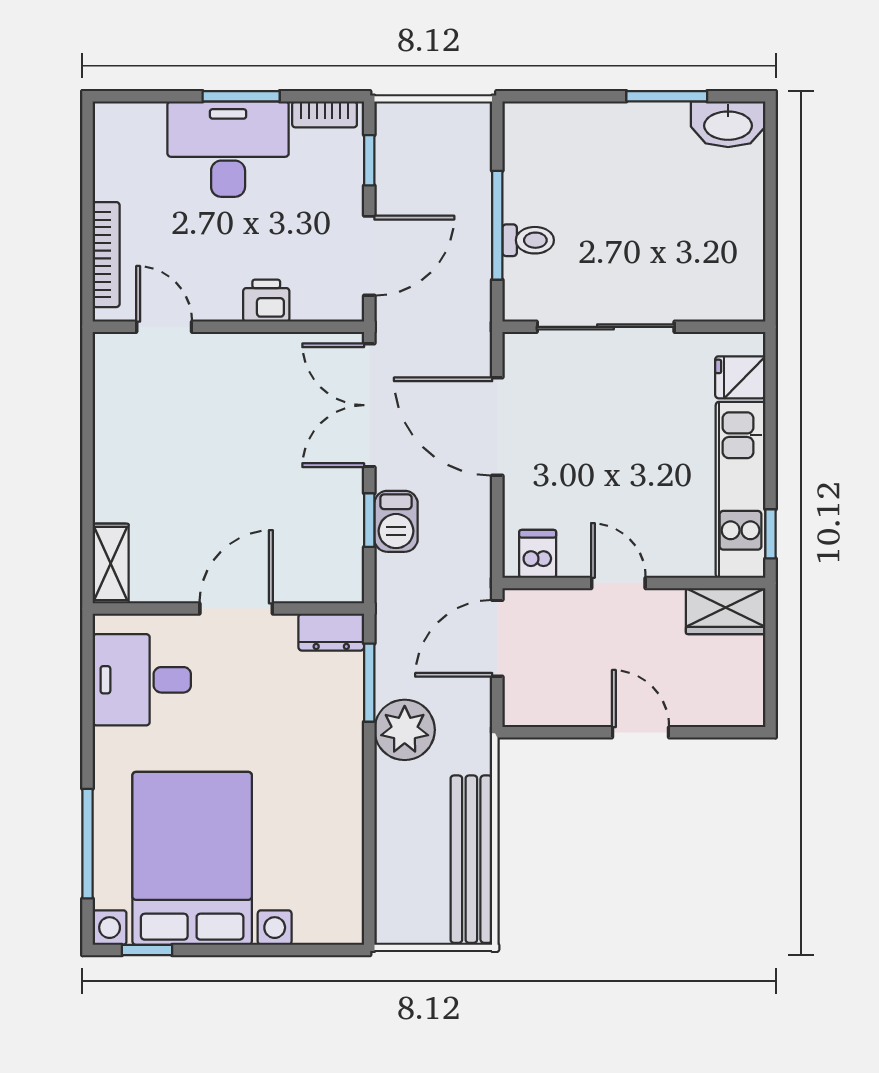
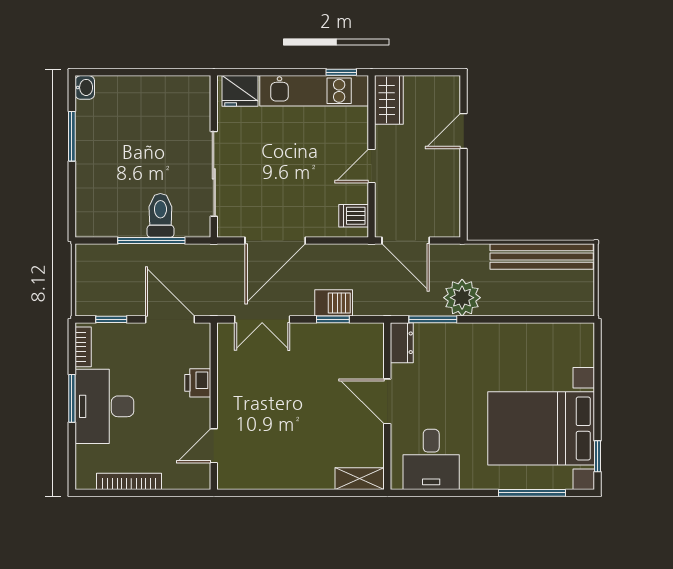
washbasin: (728, 124) -> (85, 87), width x0.52, depth x0.69
toilet: (528, 240) -> (160, 215), width x1.37, depth x1.39
bookcase: (106, 255) -> (129, 481), moved
fridge: (740, 377) -> (240, 91), width x1.38
double door: (369, 405) -> (262, 319), width x0.73
door: (641, 732) -> (464, 131), moved

